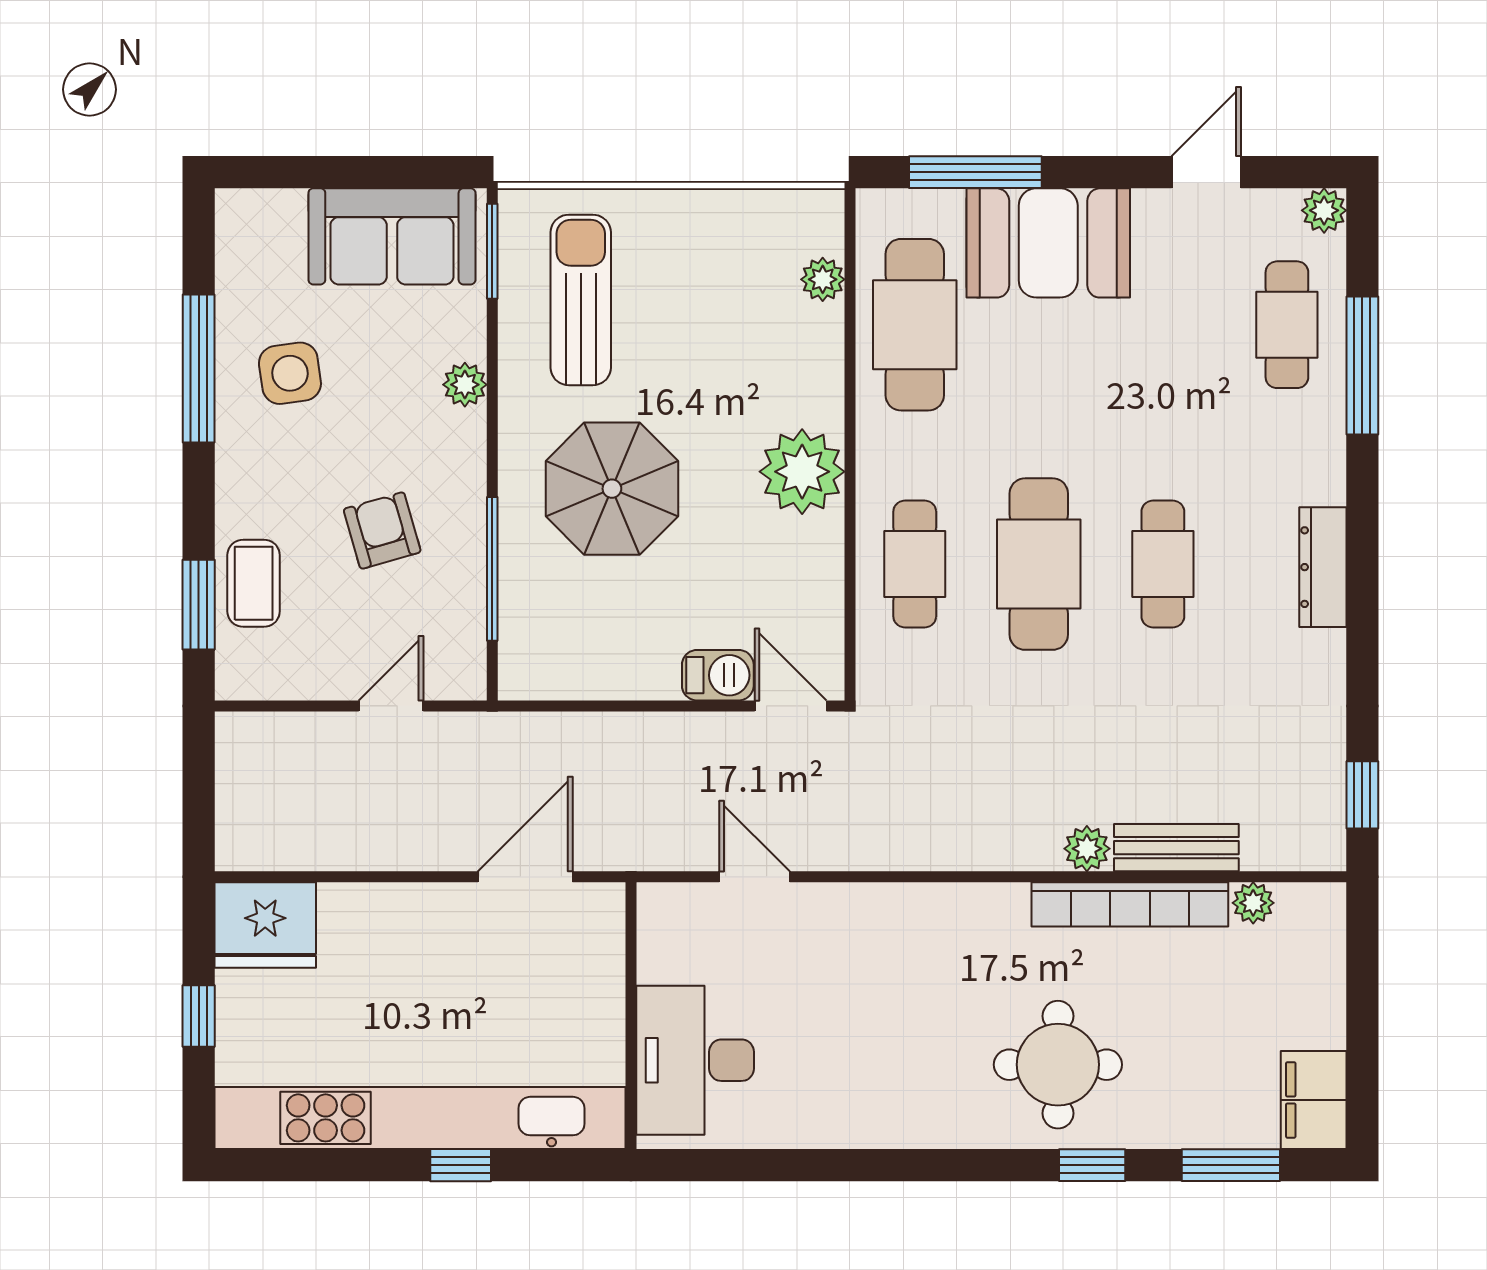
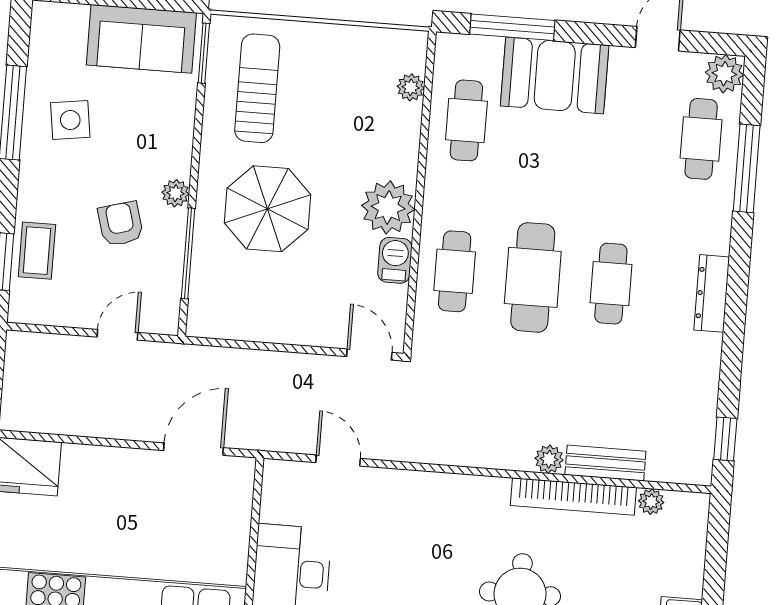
plant: (1324, 210) -> (724, 74), width x1.38, depth x1.38
cafe table: (915, 325) -> (466, 120), width x0.73, depth x0.74
plant: (465, 385) -> (175, 193), moved
barbecue: (718, 675) -> (395, 260), moved, turned -90

